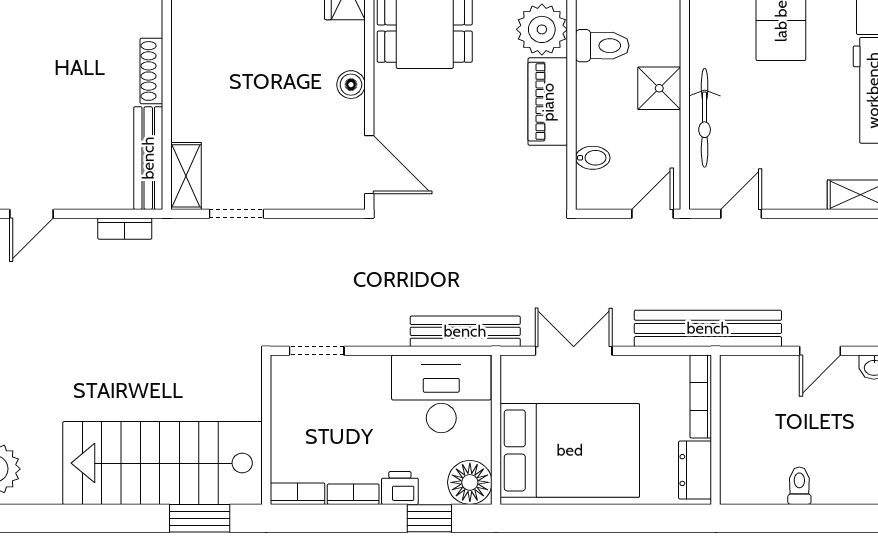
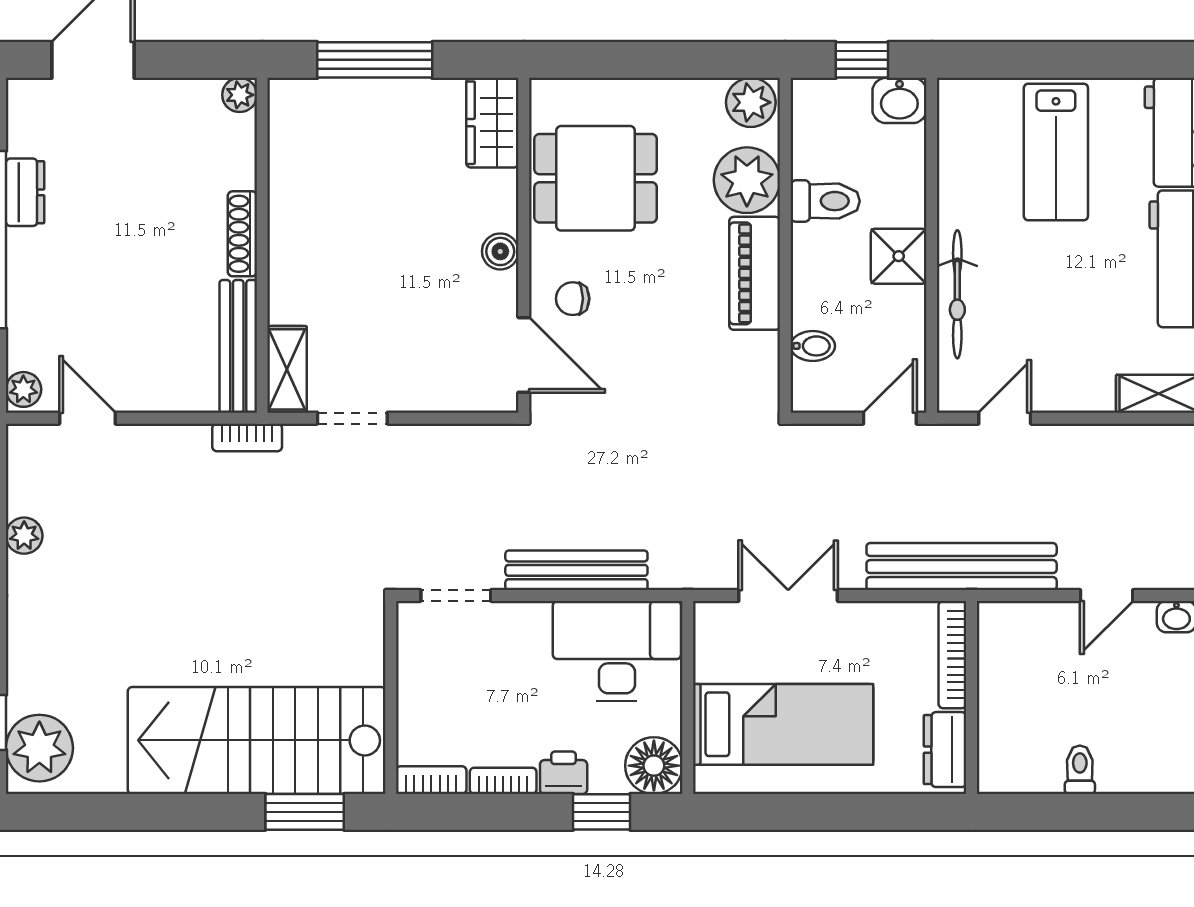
chair: (407, 121) -> (573, 299), added
door: (32, 214) -> (87, 418), swing flipped
bookcase: (125, 229) -> (247, 437), moved
bench: (465, 331) -> (576, 570), moved
bed: (570, 450) -> (783, 724), width x0.67

